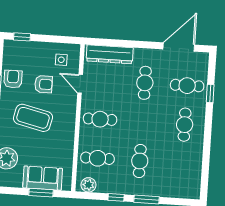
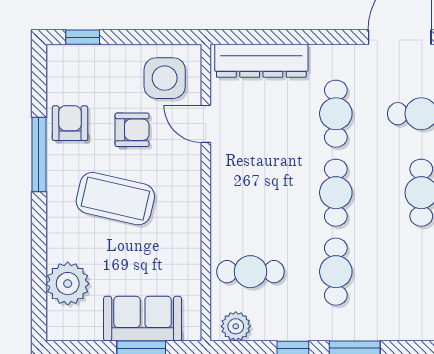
side table: (61, 60) -> (165, 78), width x1.87, depth x1.87
cafe table: (100, 119) -> (336, 193), moved, turned 90

